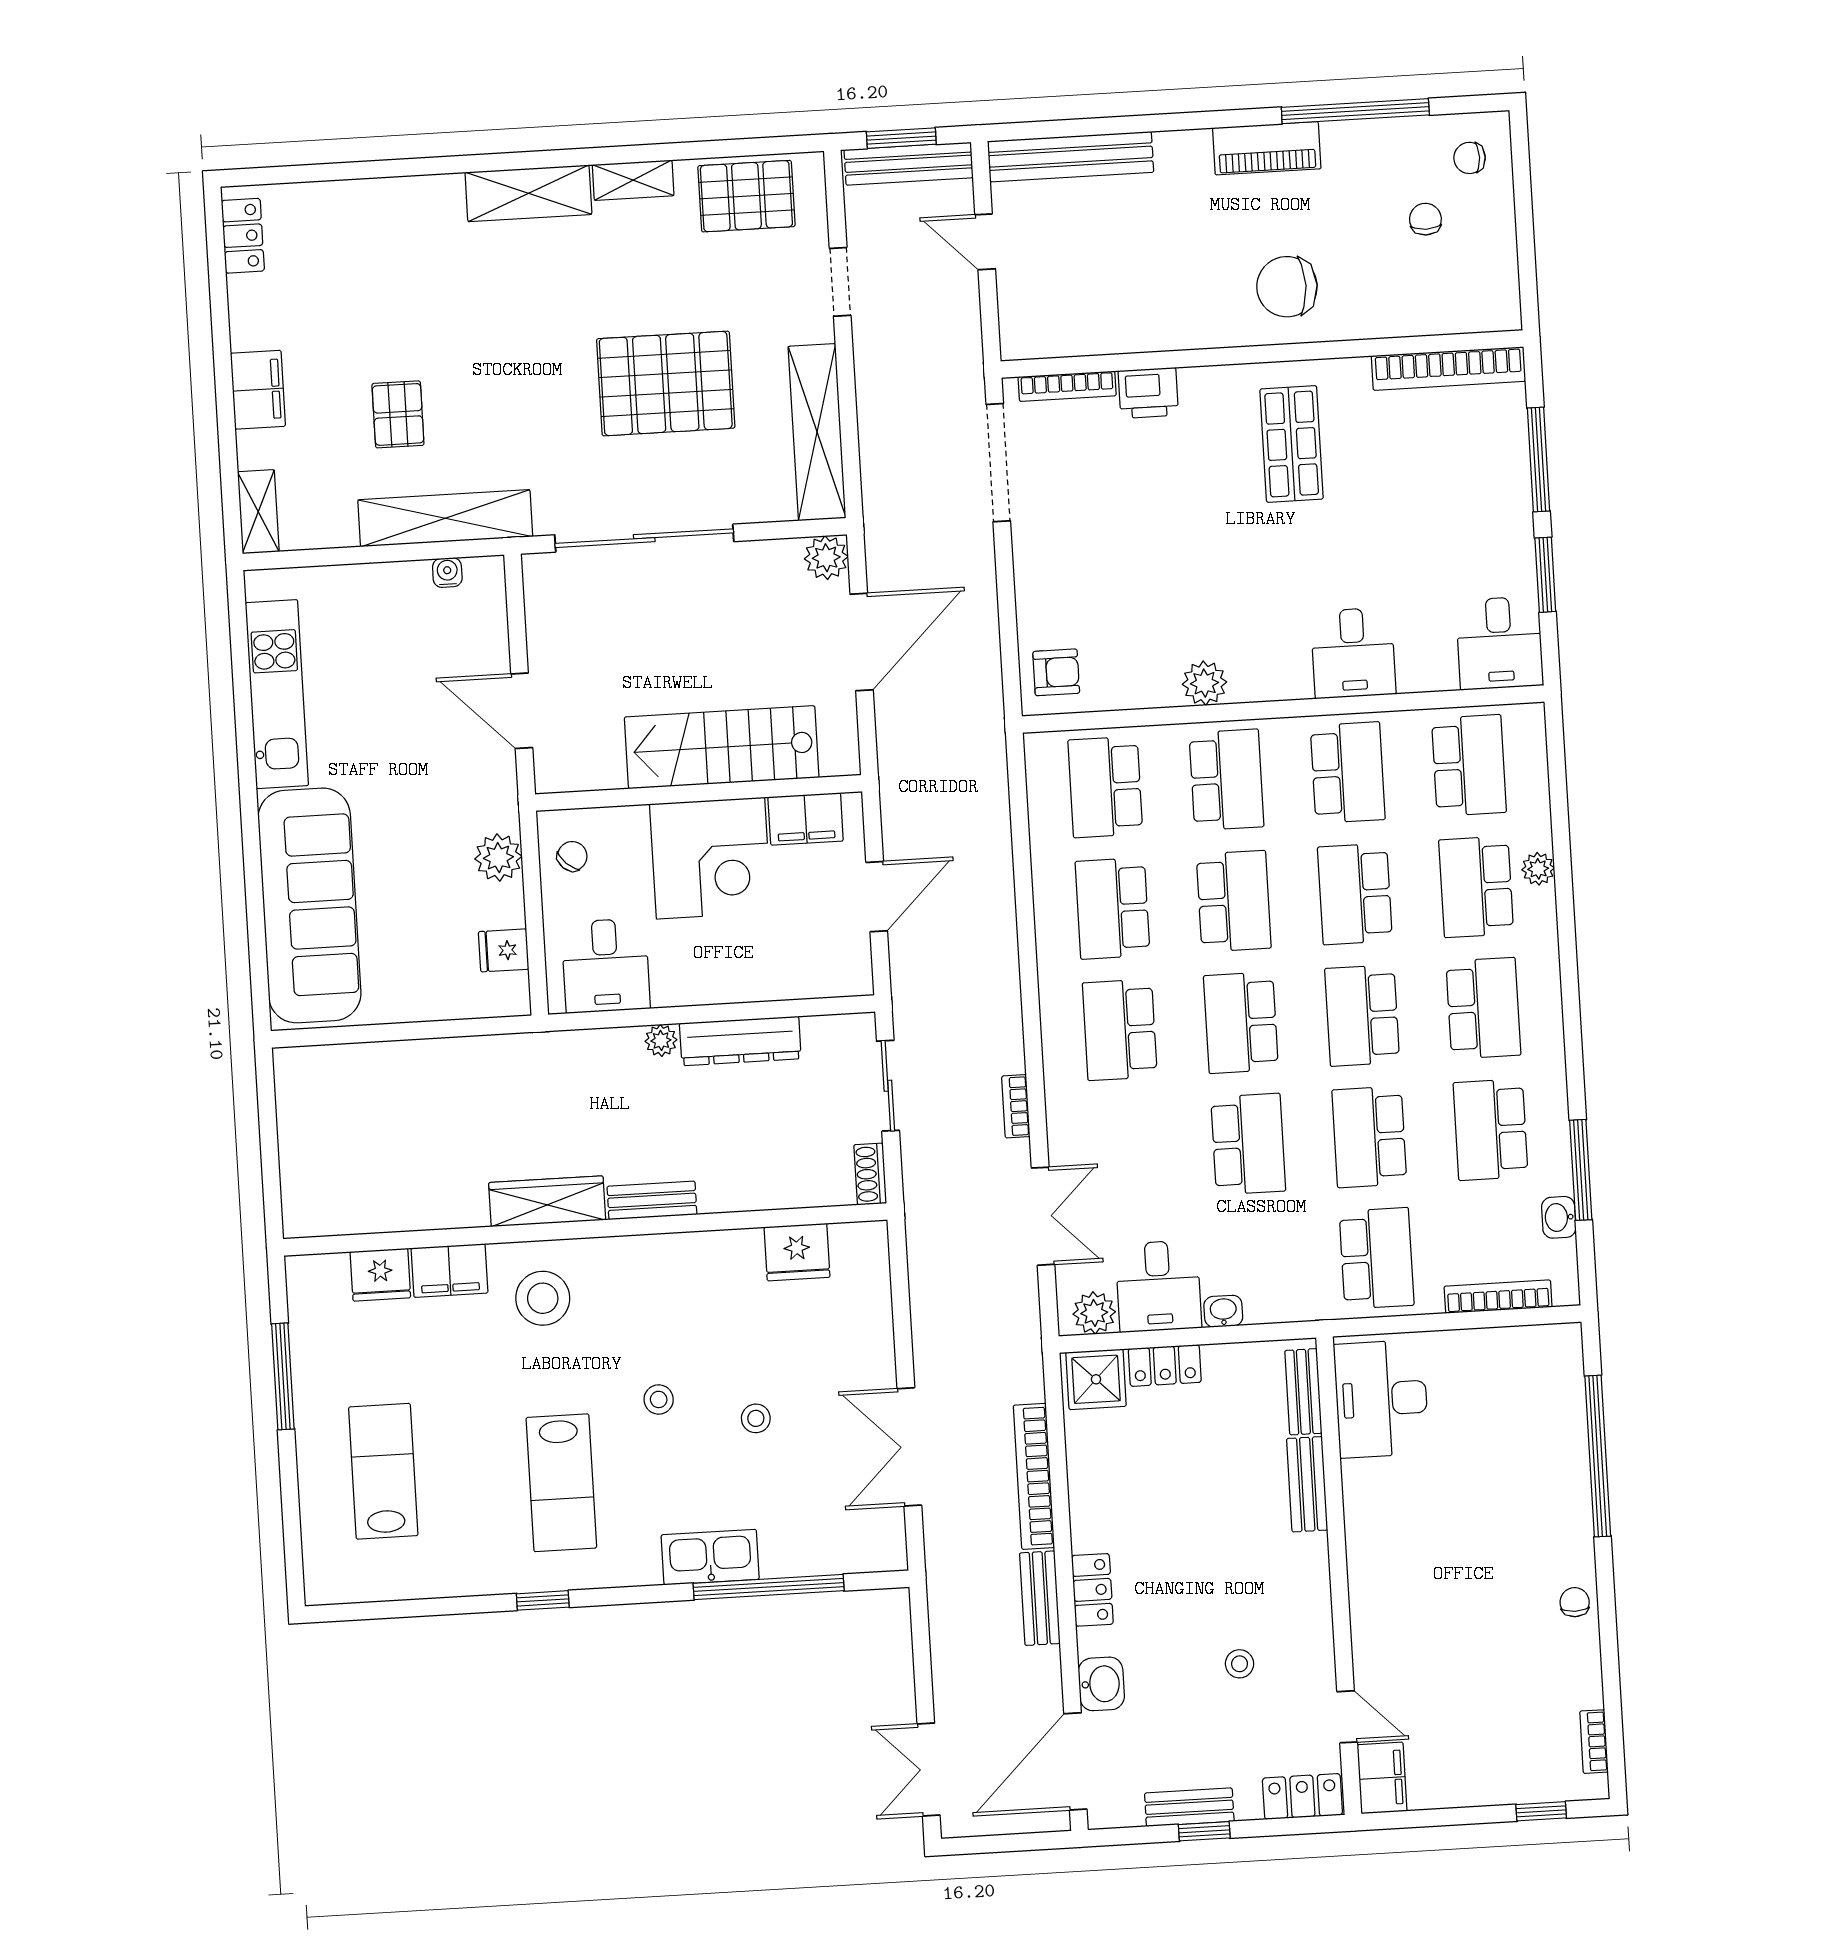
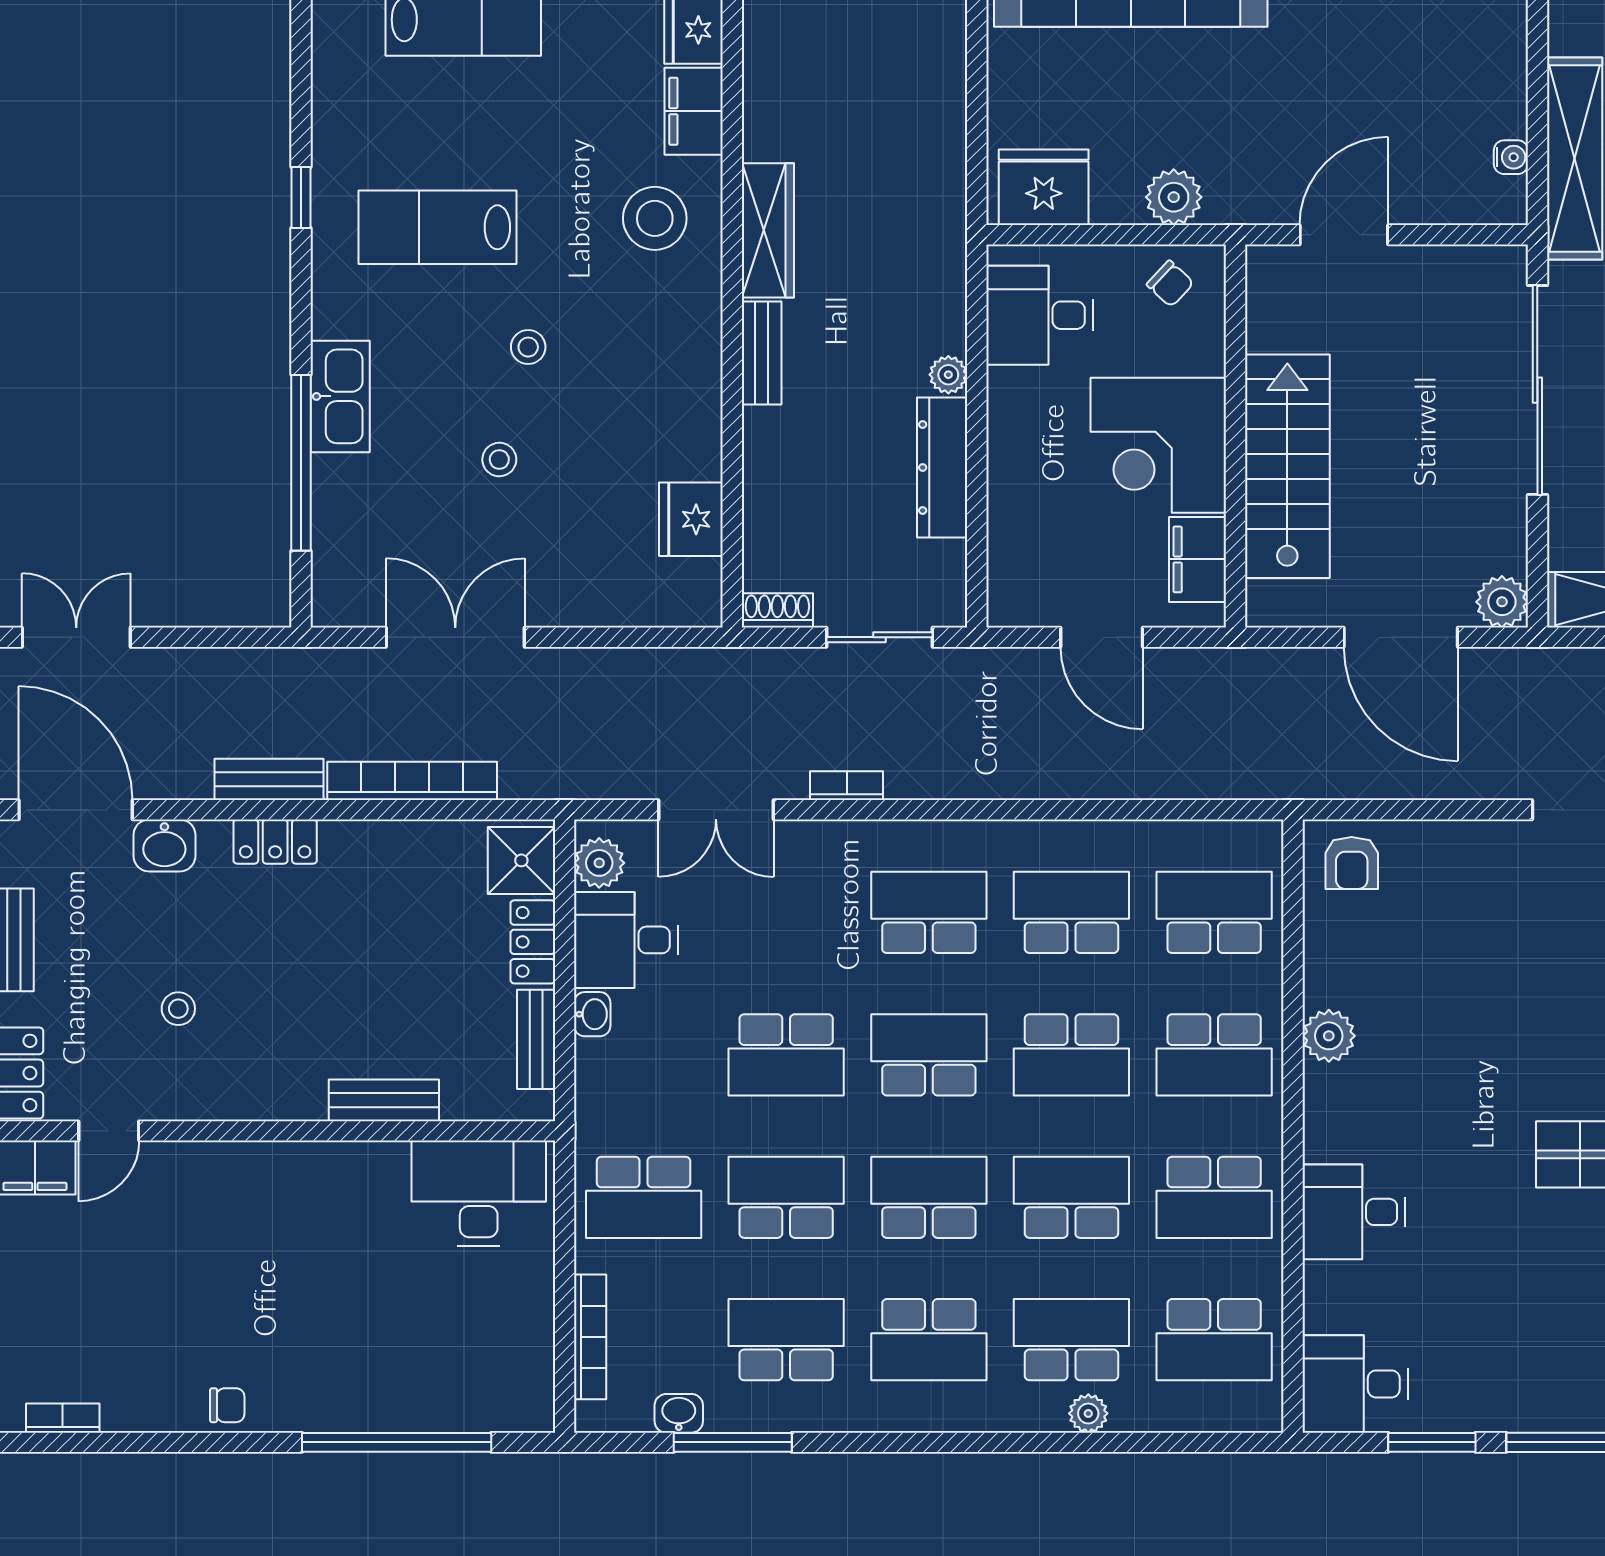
fridge: (504, 950) -> (1044, 187), width x1.88, depth x1.34
bench: (1303, 1392) -> (536, 1039), moved, turned 90

